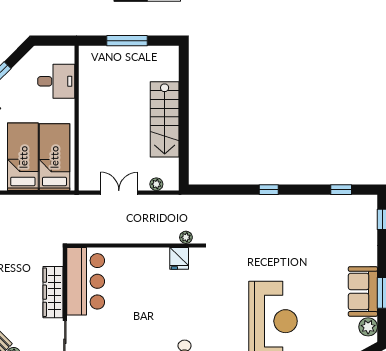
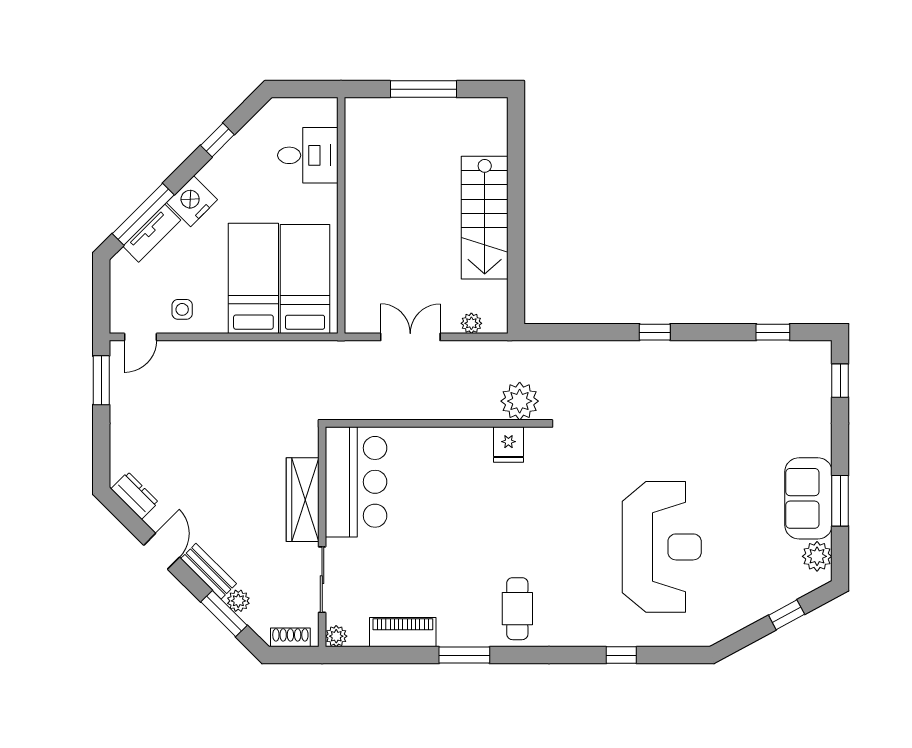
plant: (186, 237) -> (520, 401), width x1.87, depth x1.87

